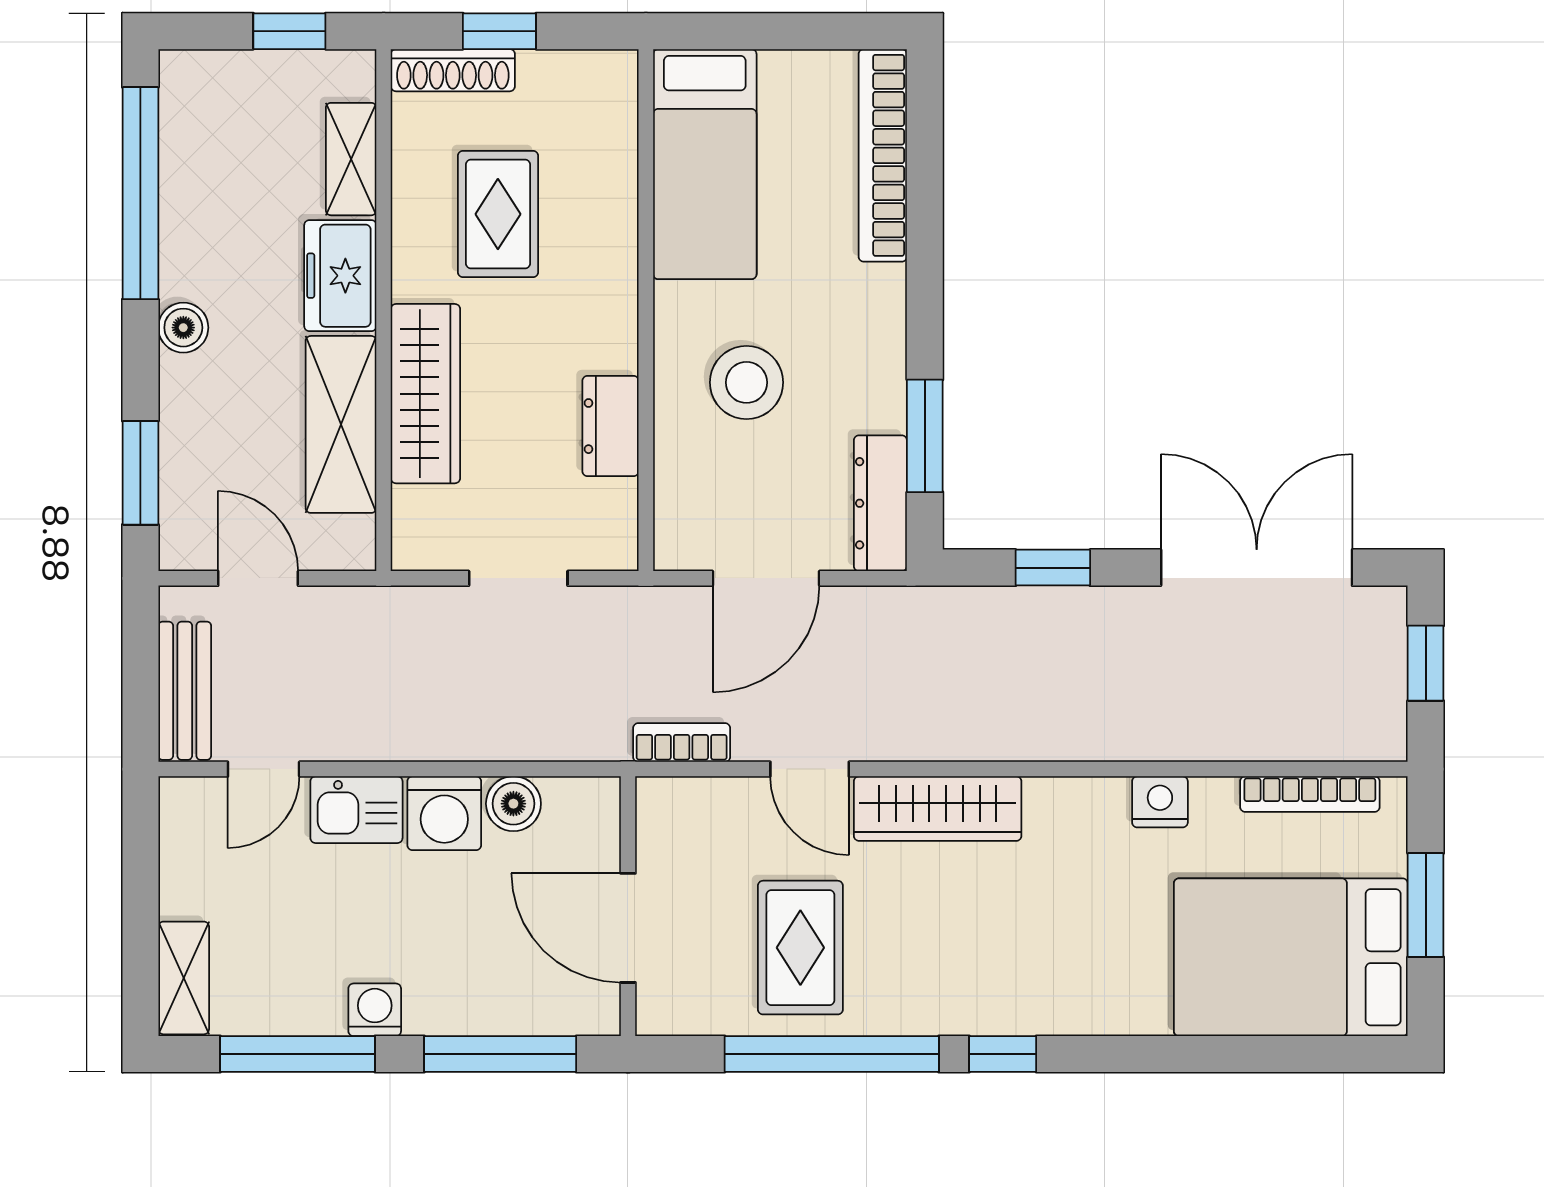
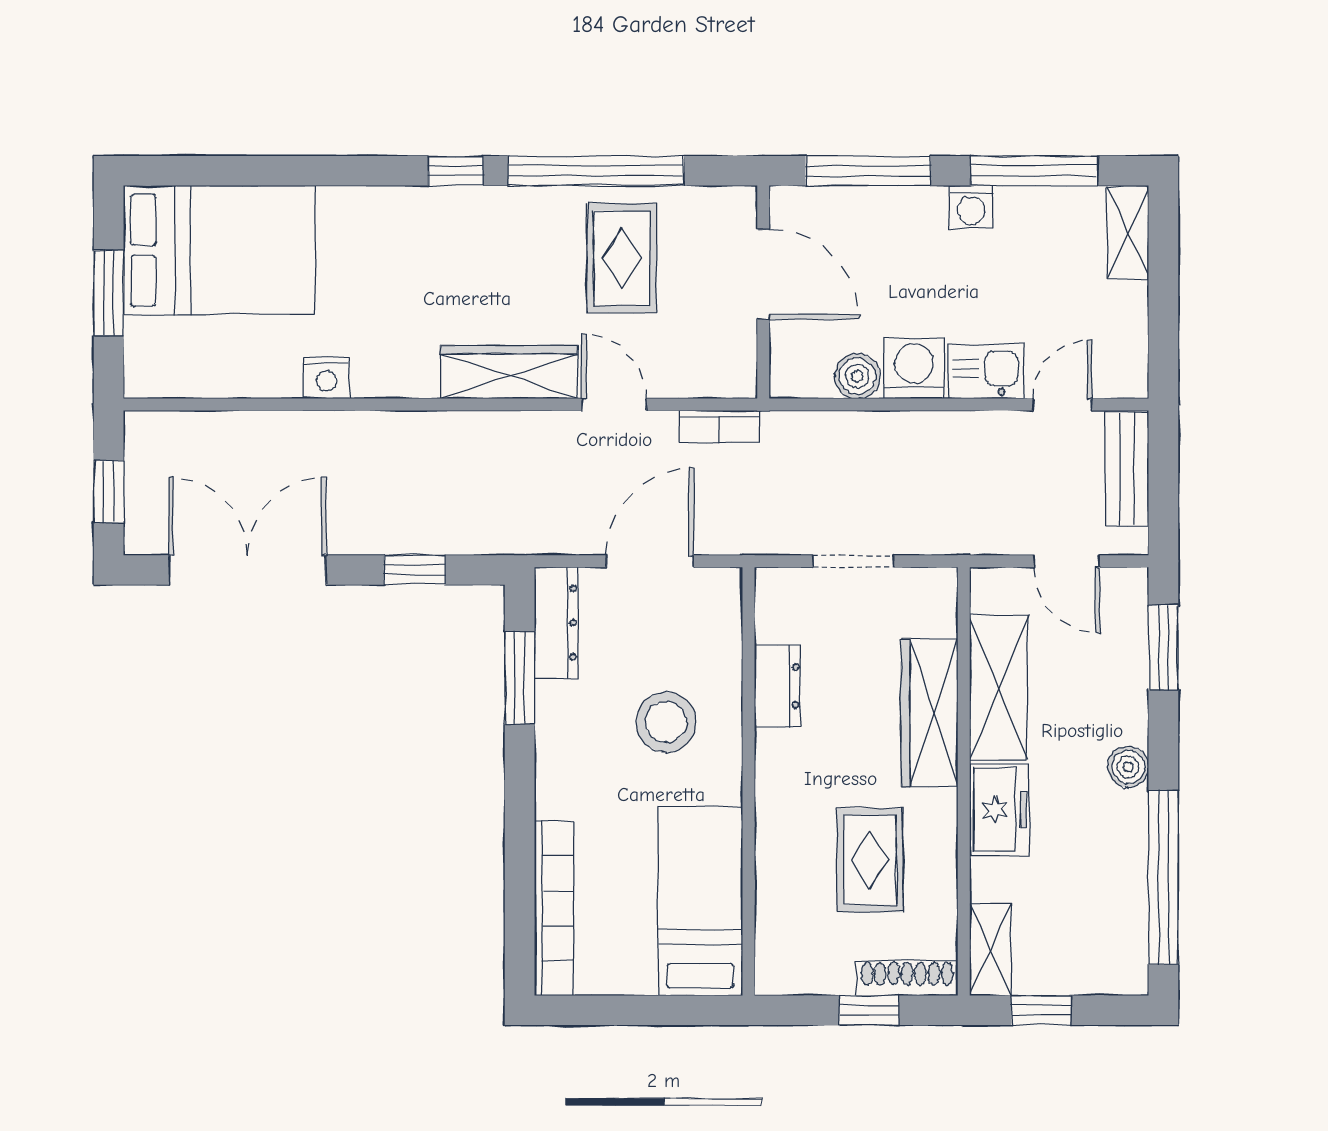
shelving: (351, 159) -> (990, 949), moved
double door: (1257, 568) -> (247, 570), swing flipped
bookcase: (1310, 794) -> (204, 384), removed

